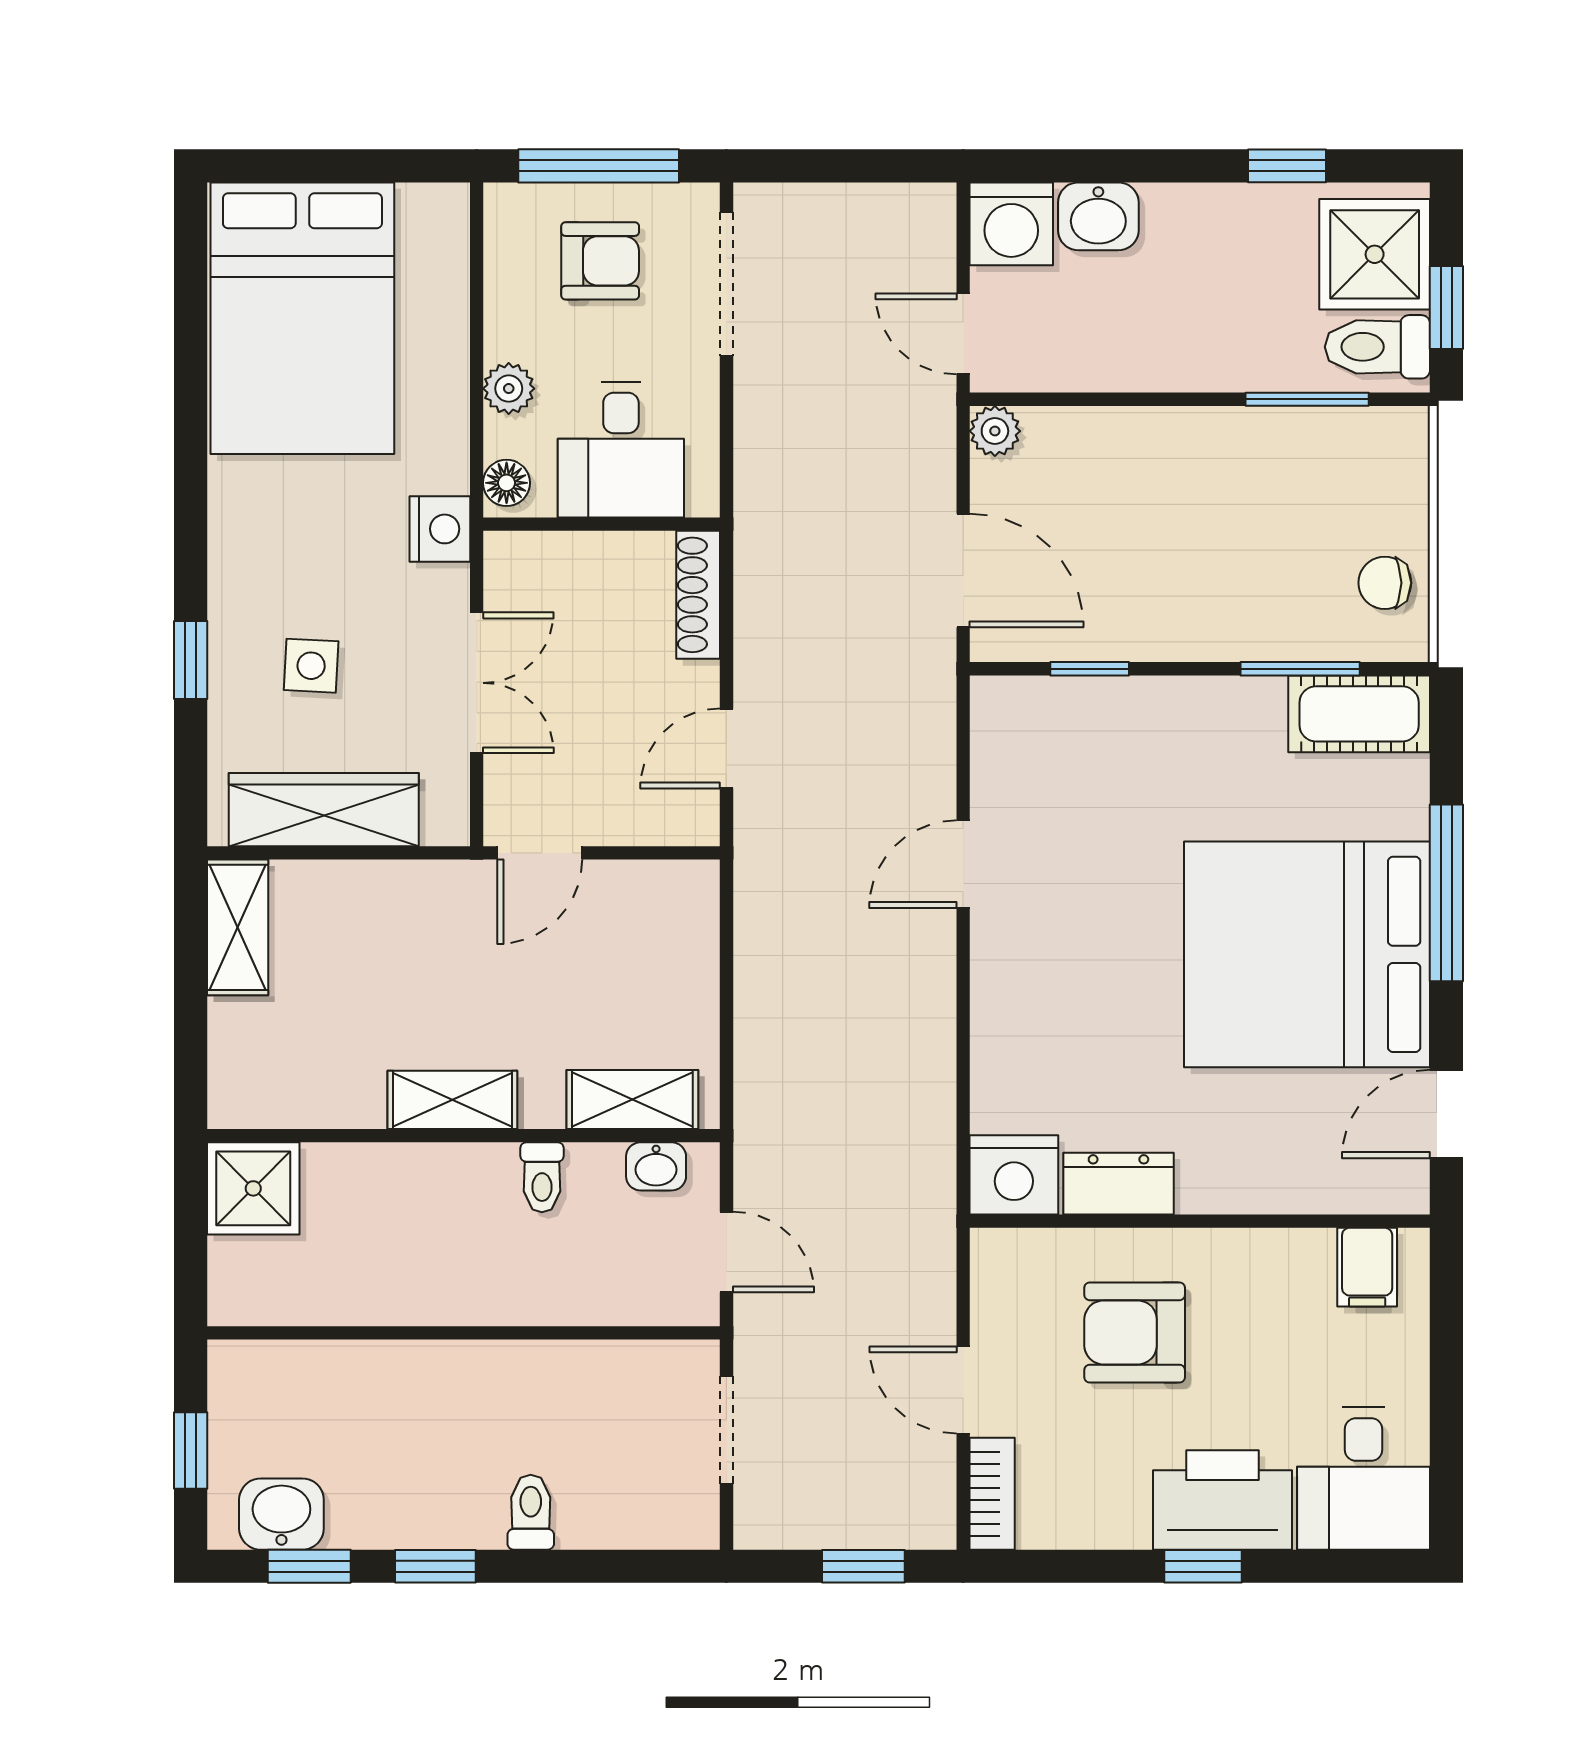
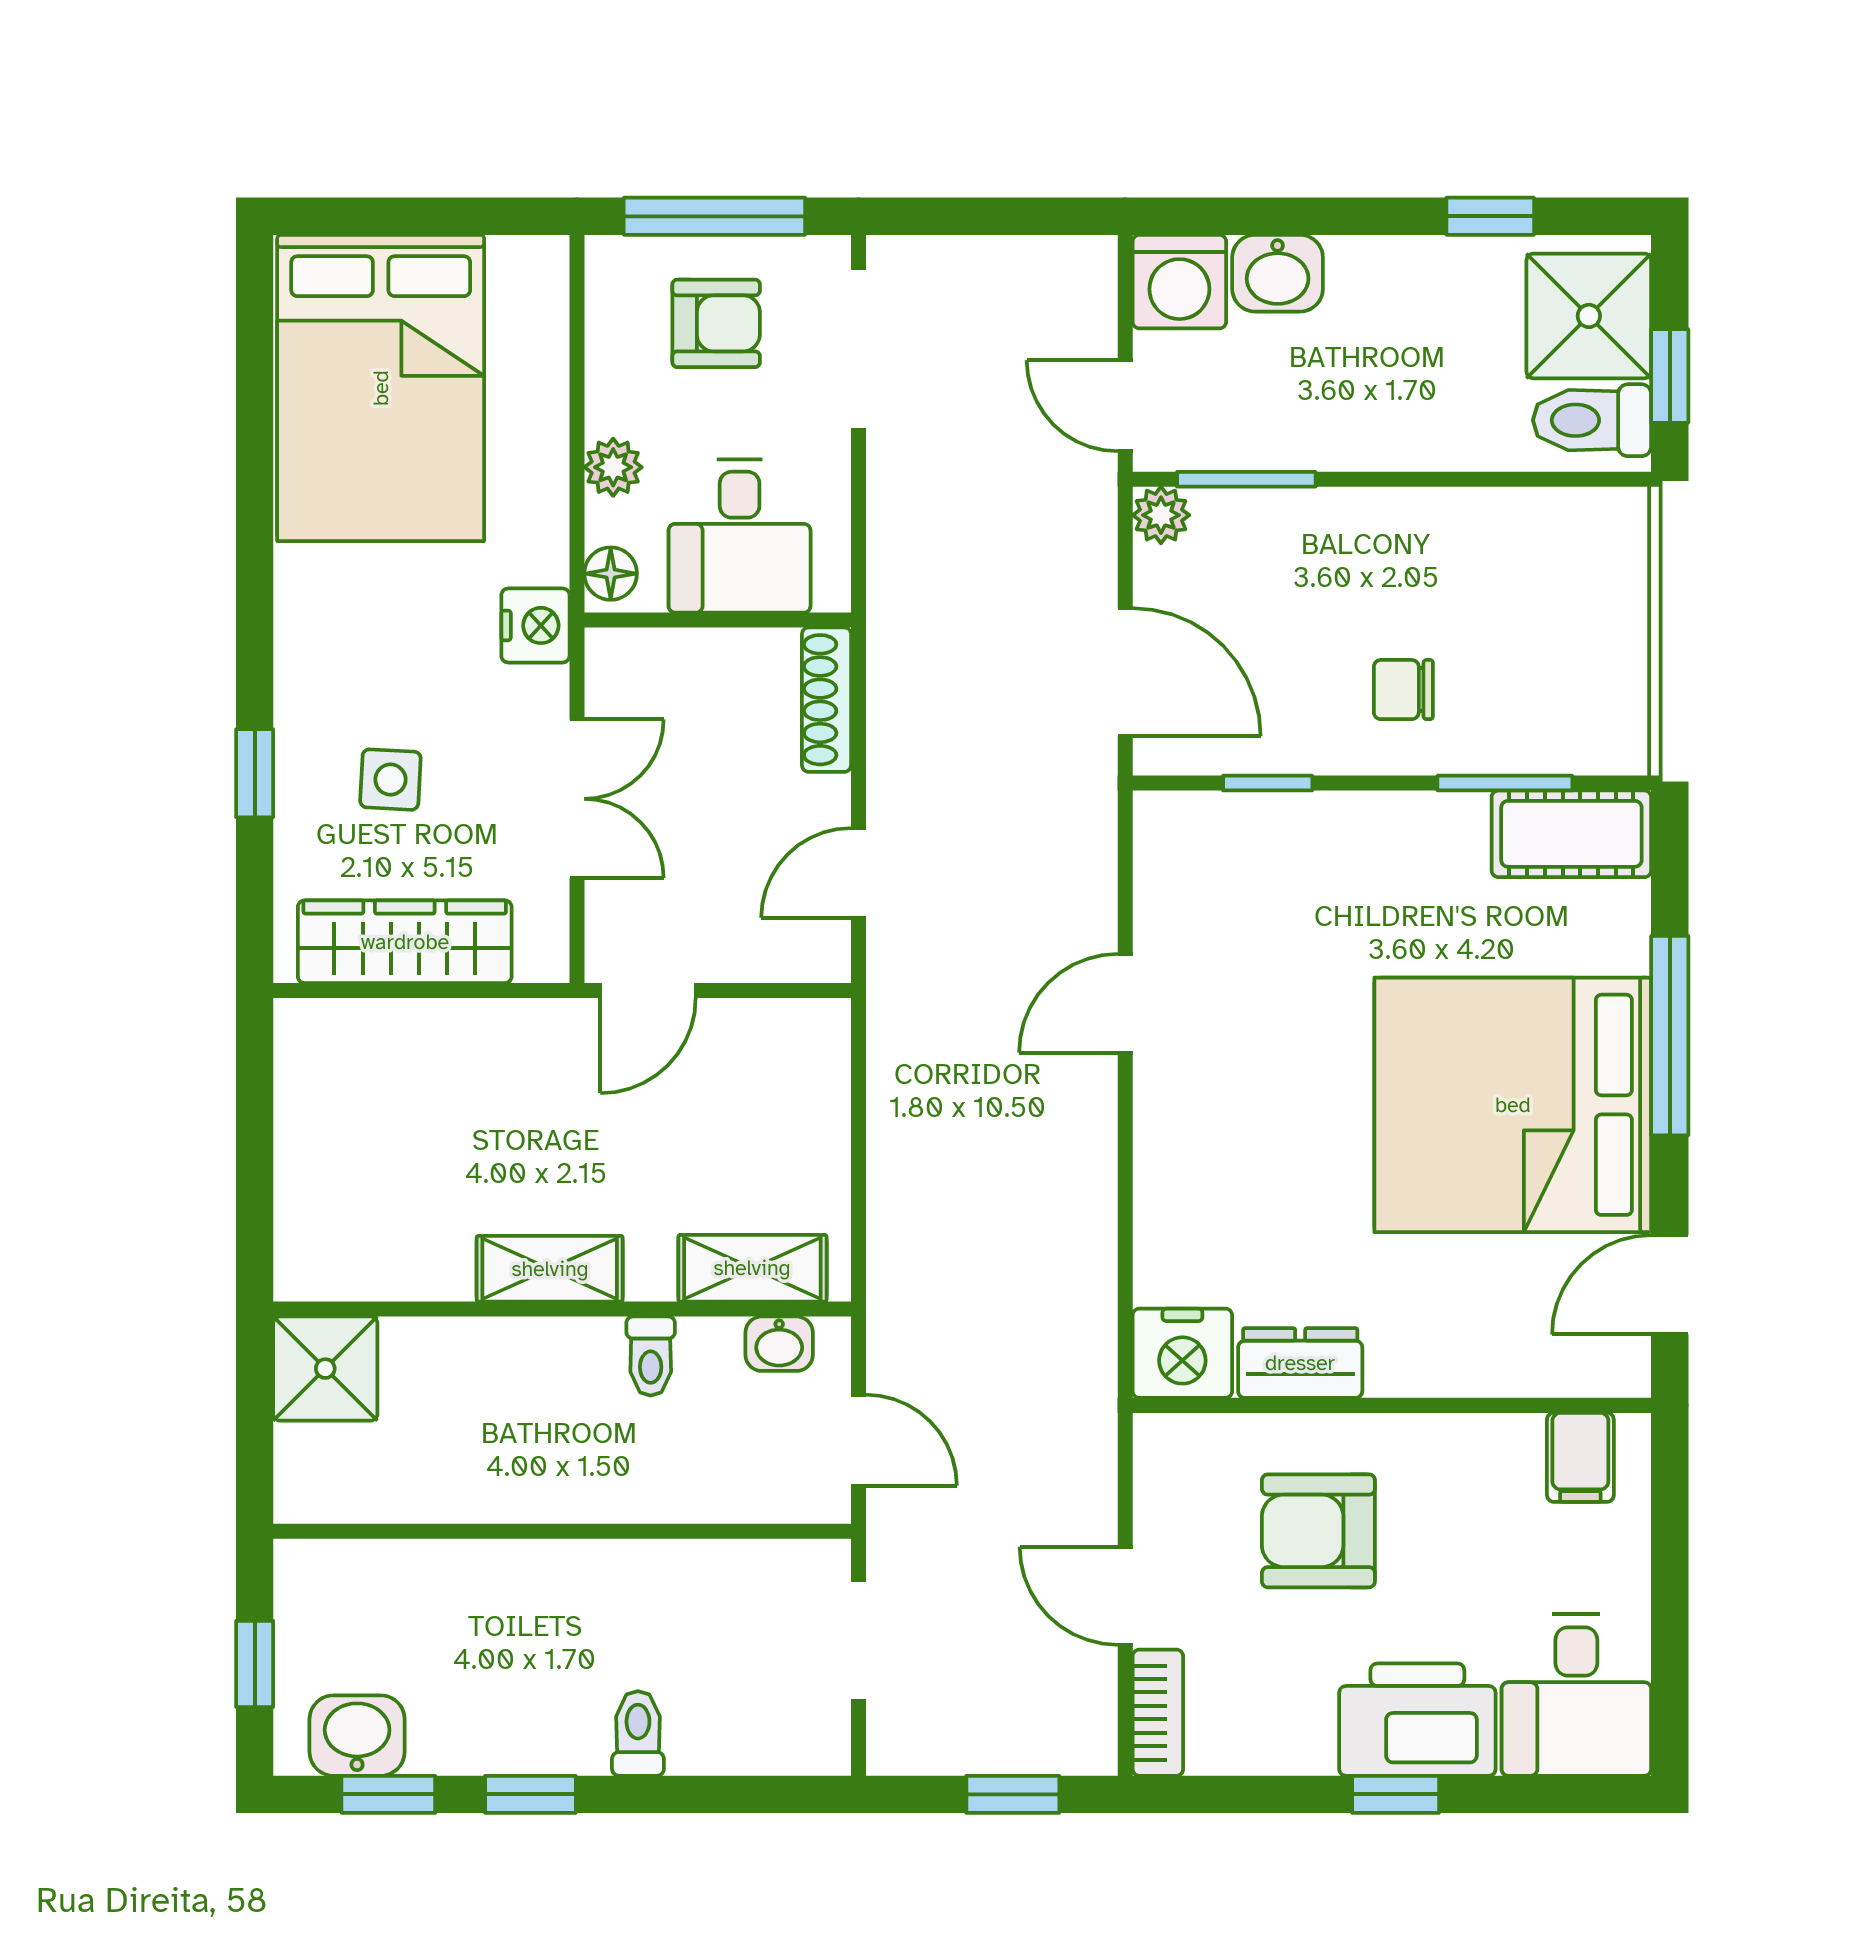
window: (1307, 399) -> (1246, 479), moved
chair: (1385, 583) -> (1403, 690), moved
shelving: (238, 927) -> (308, 1074), removed

